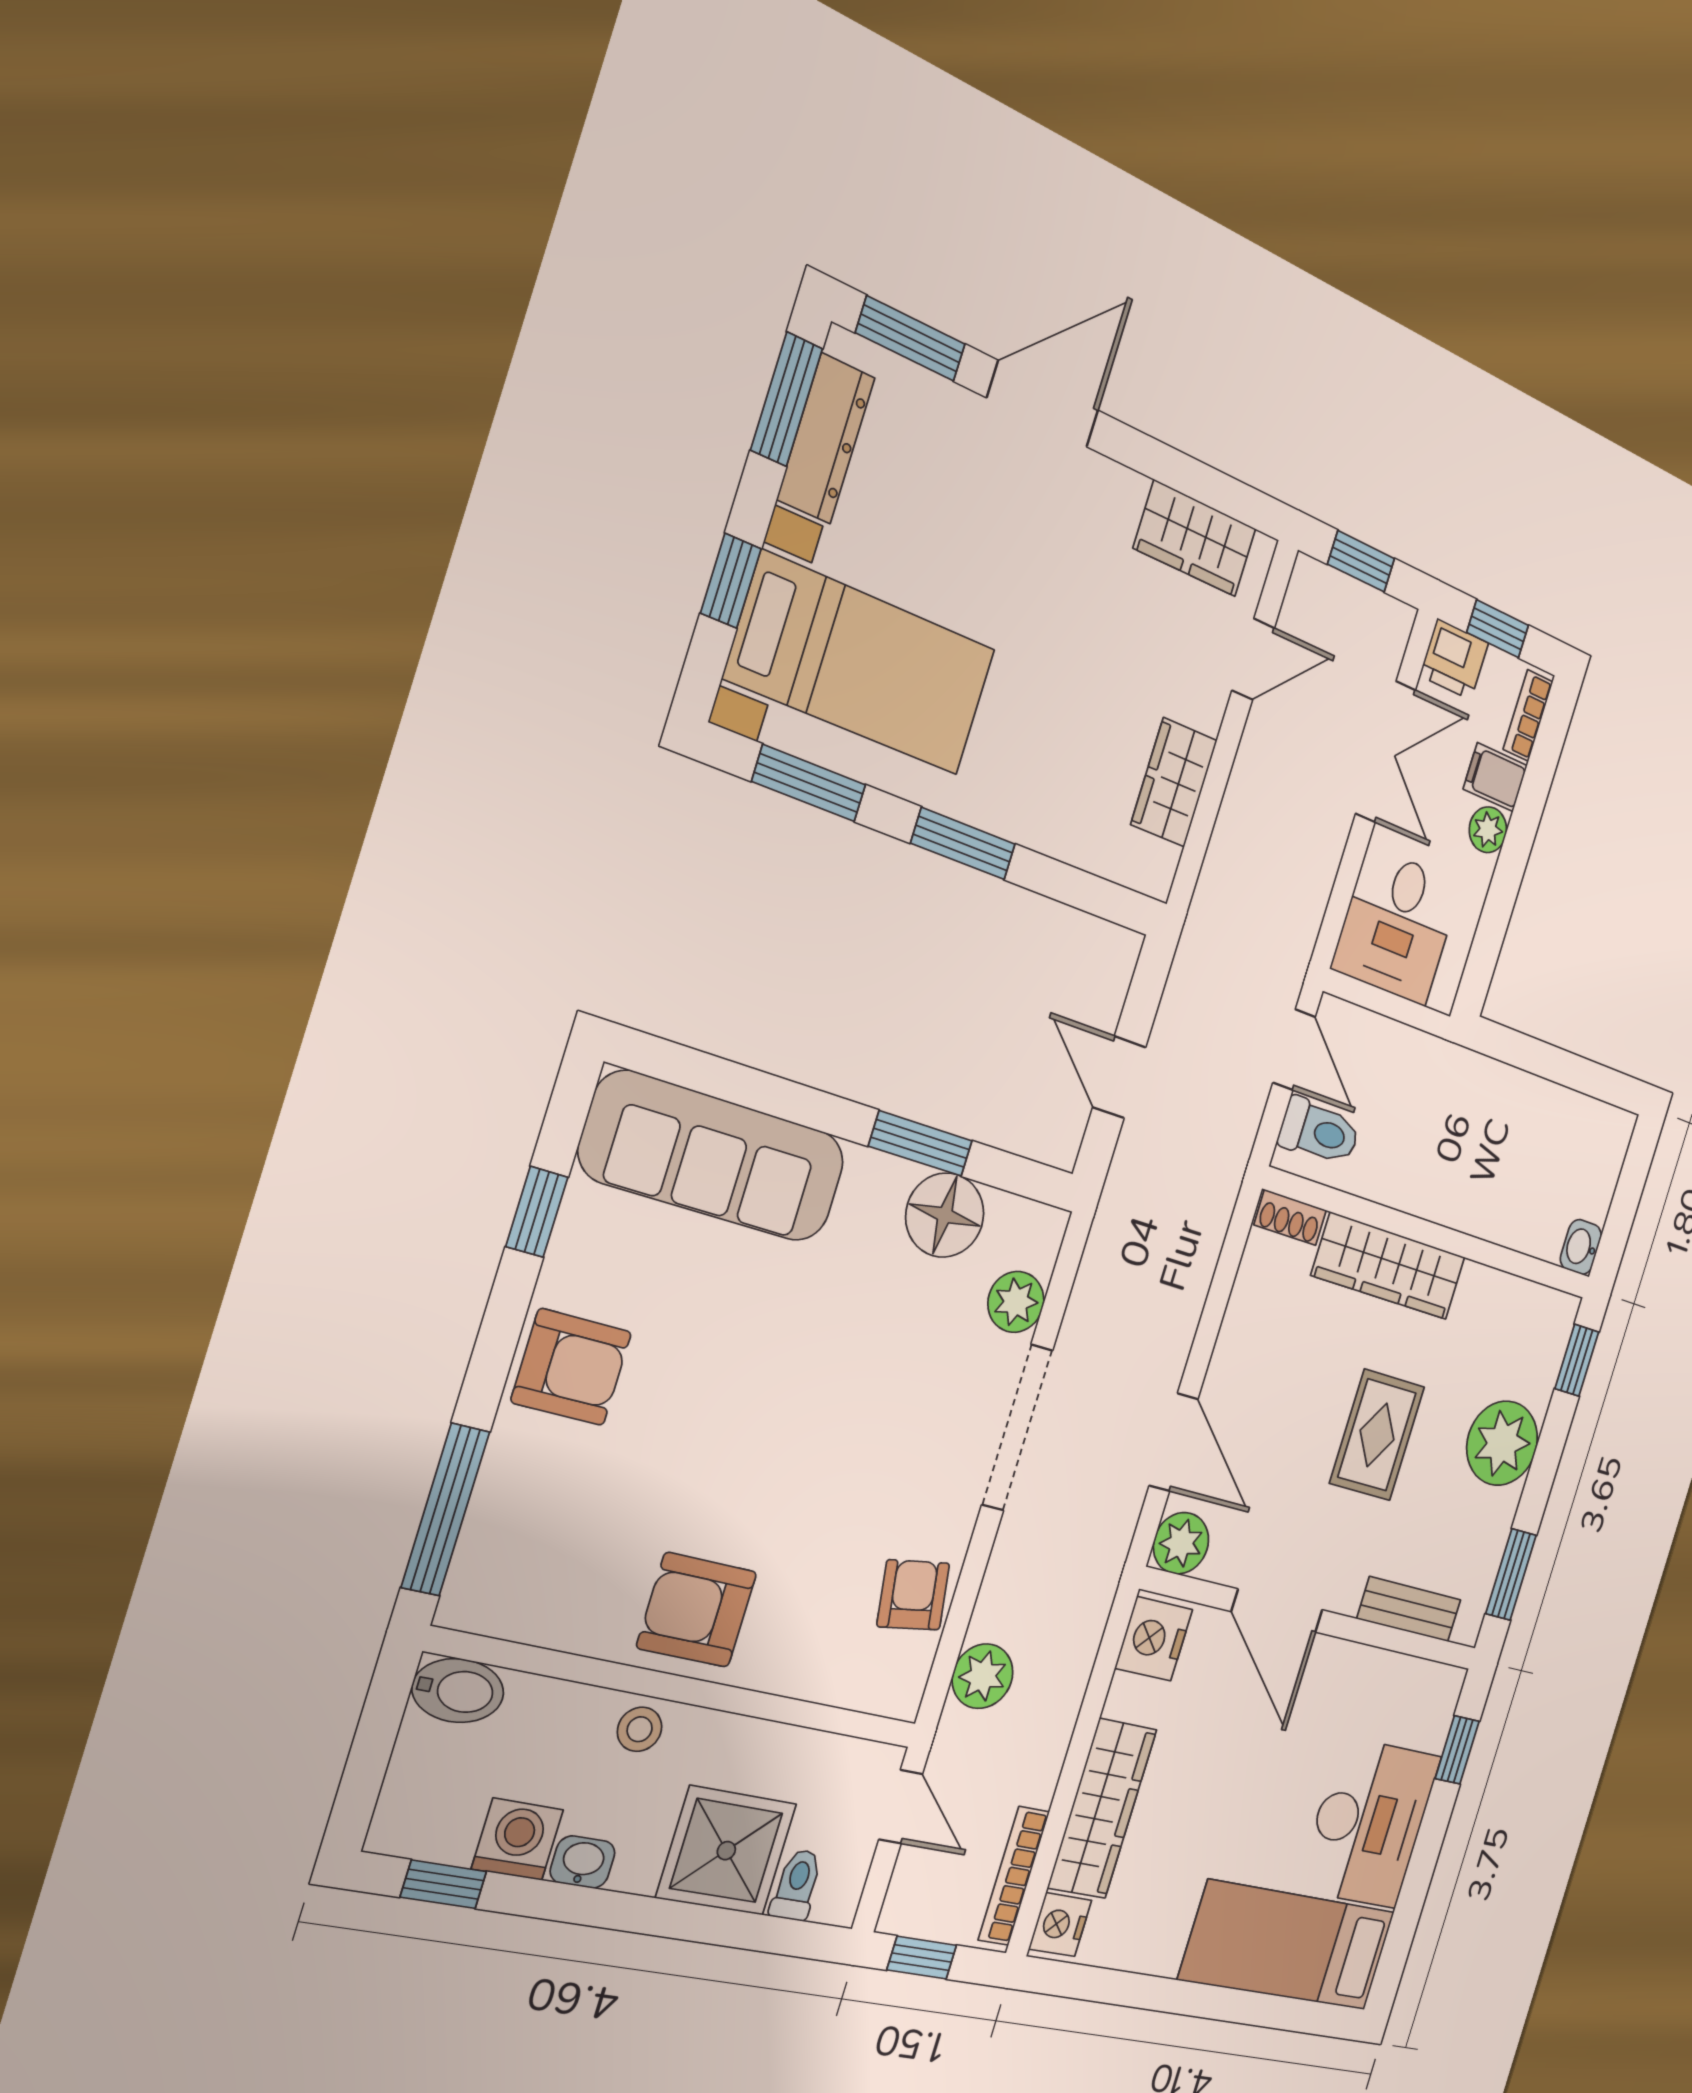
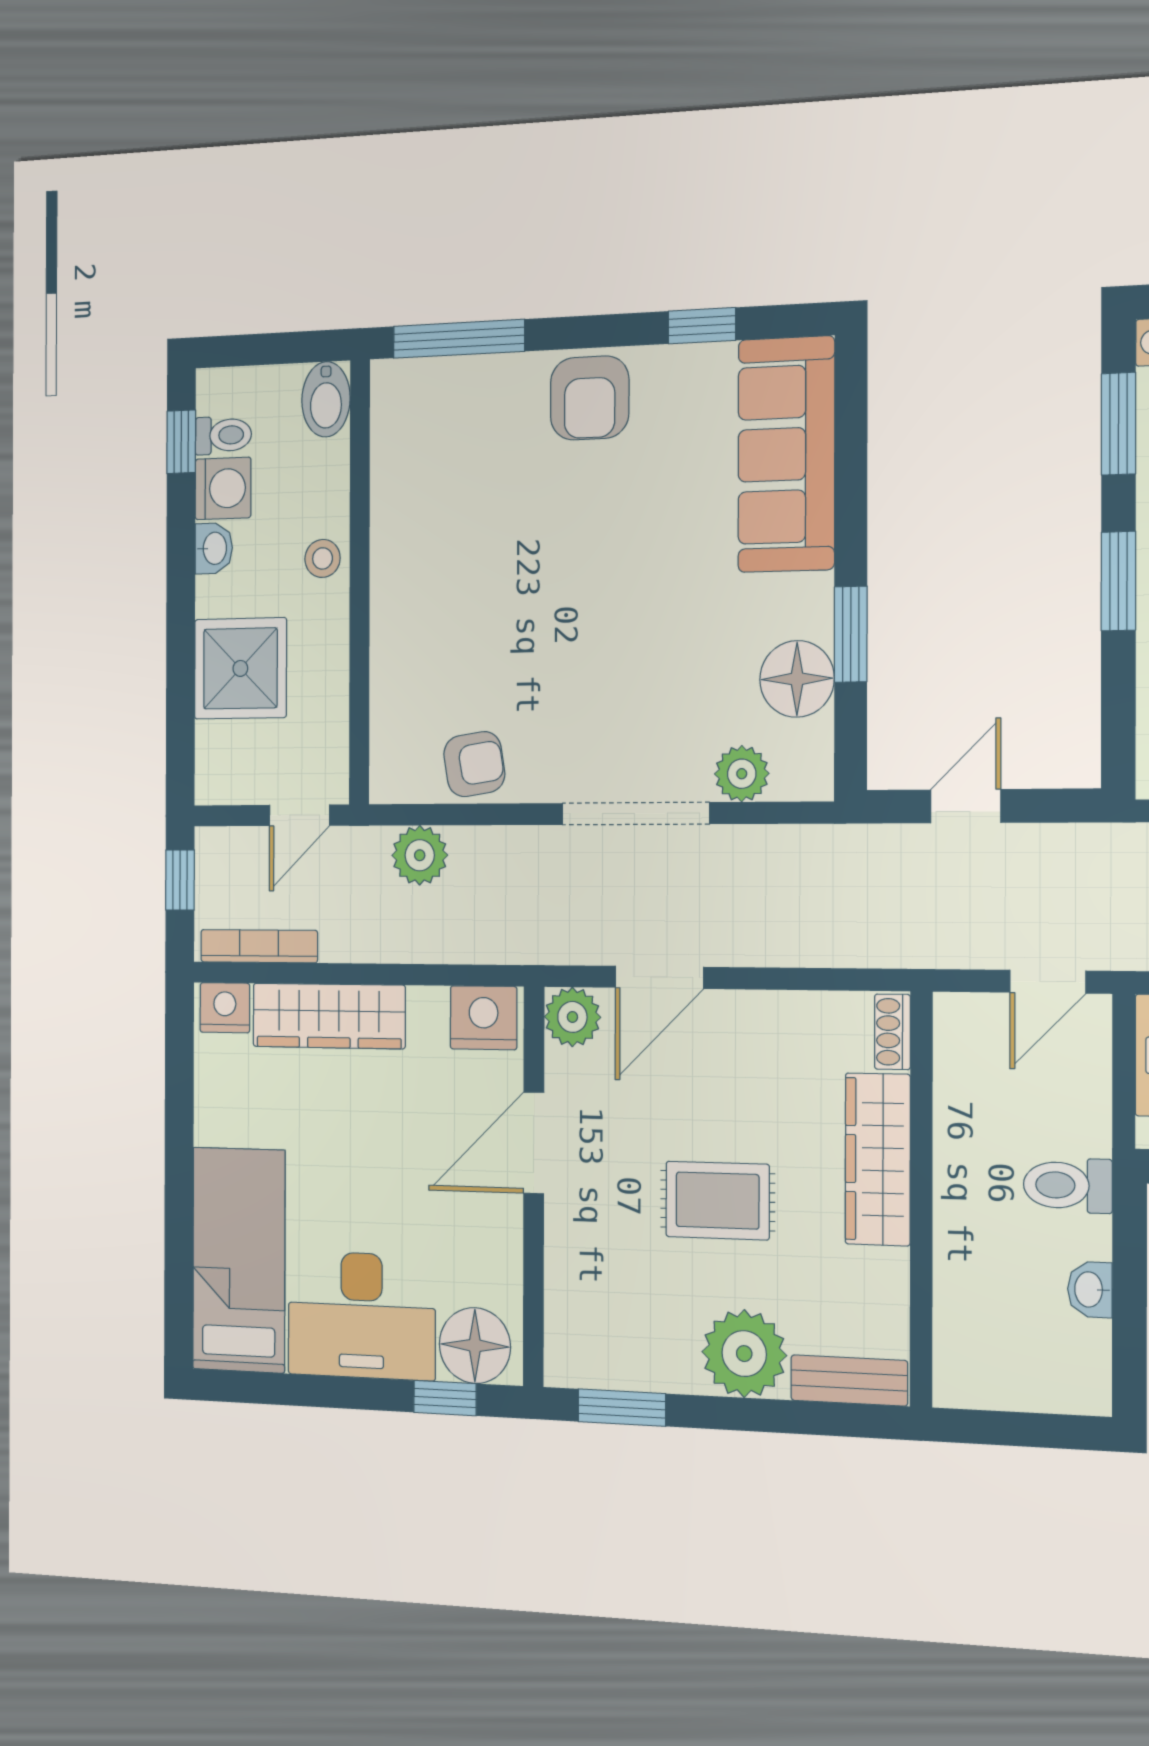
toilet: (1319, 1132) -> (1068, 1185), moved, turned 90
washbasin: (1581, 1247) -> (1090, 1289), moved, turned -90
window: (1577, 1360) -> (847, 1420), removed
bench: (1409, 1609) -> (849, 1380), moved, turned 90
armchair: (697, 1610) -> (424, 573), removed
floor lamp: (1424, 1710) -> (475, 1346), added
toilet: (797, 1885) -> (223, 435), moved

